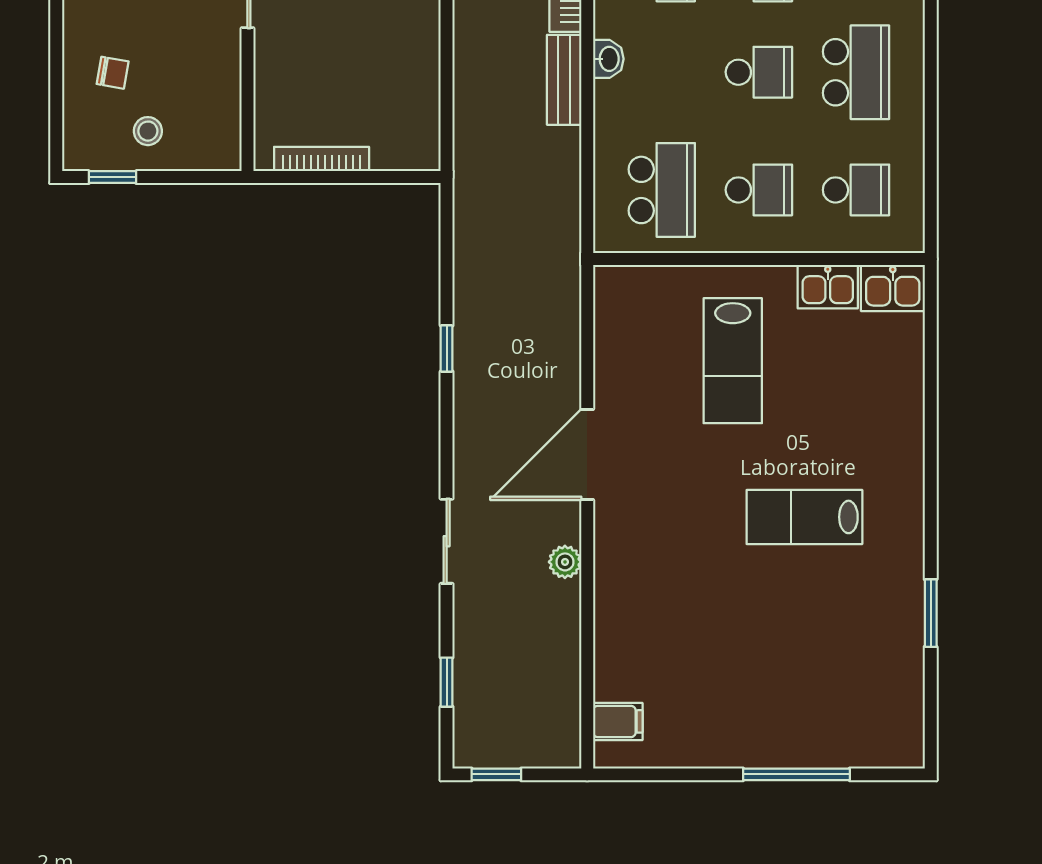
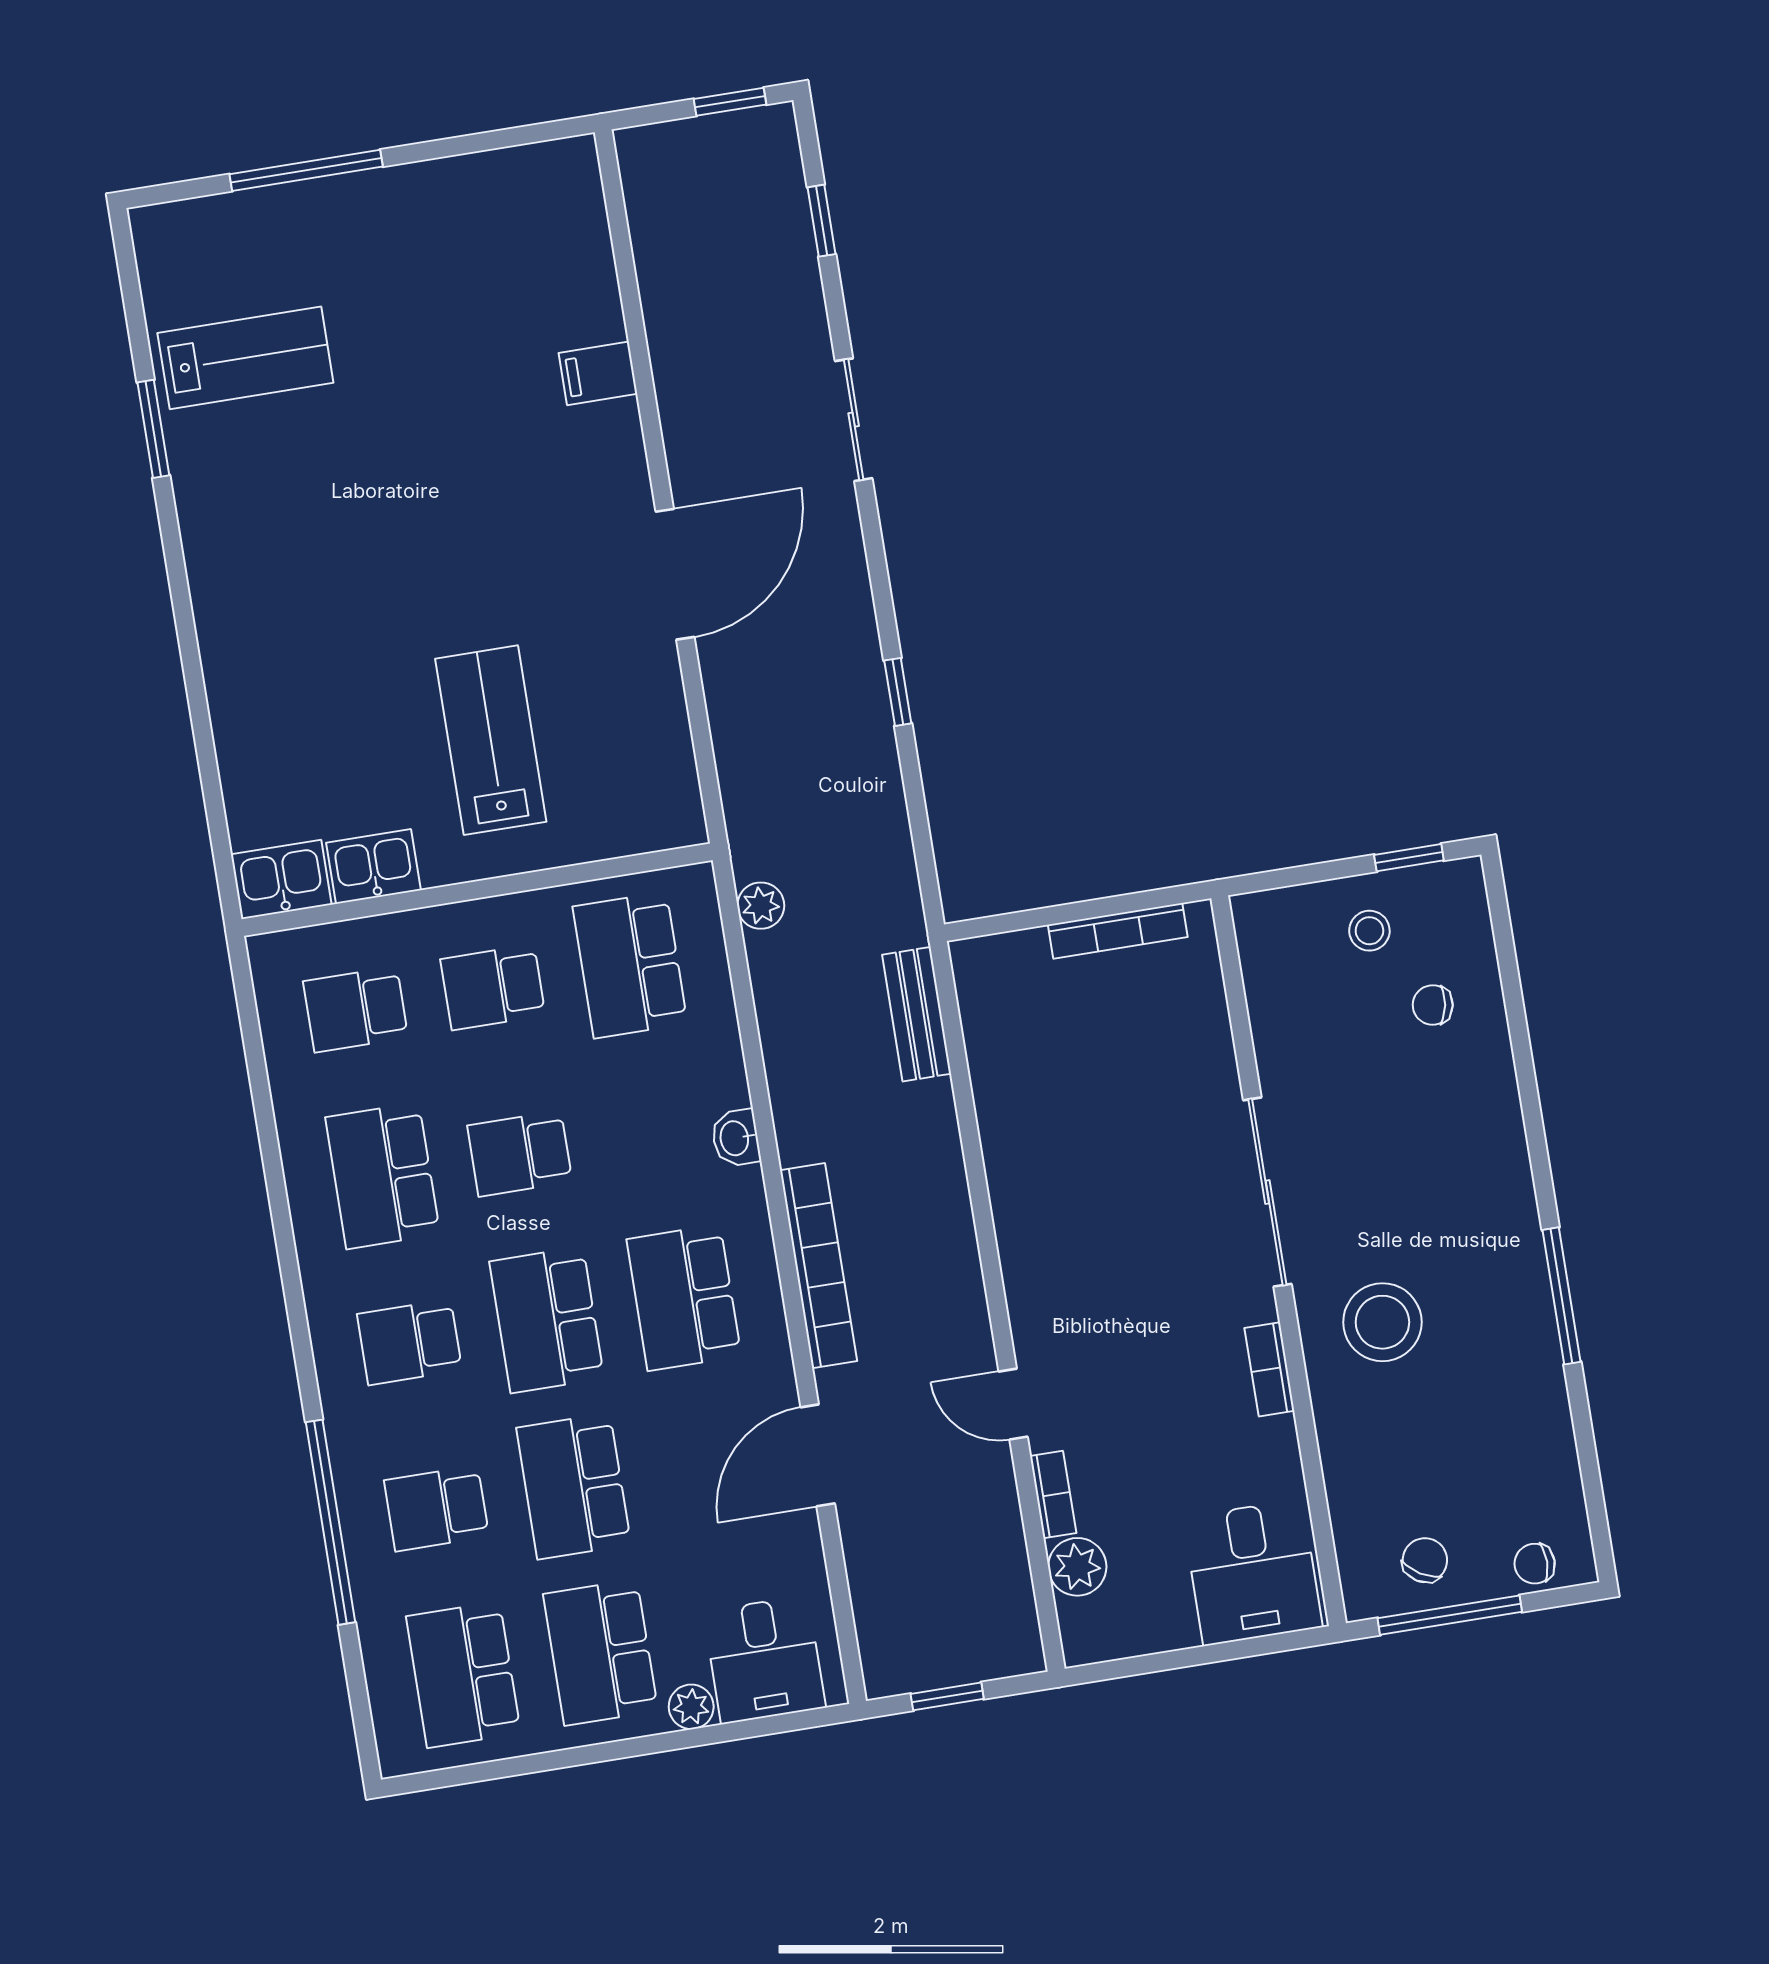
bench: (564, 80) -> (917, 1014), moved
lab bench: (804, 517) -> (245, 358), moved
plant: (565, 562) -> (761, 906), moved
filing cabinet: (618, 721) -> (598, 373), moved

